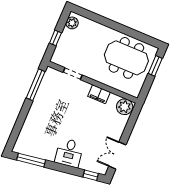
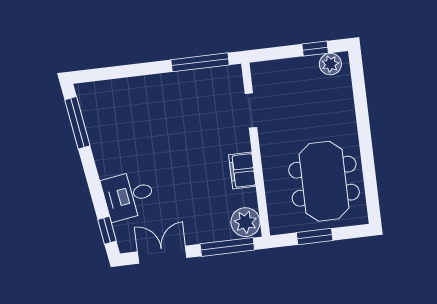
window: (55, 38) -> (315, 49), moved
window: (155, 66) -> (315, 237), moved
window: (131, 122) -> (227, 247), added
desk: (69, 153) -> (128, 195), moved

